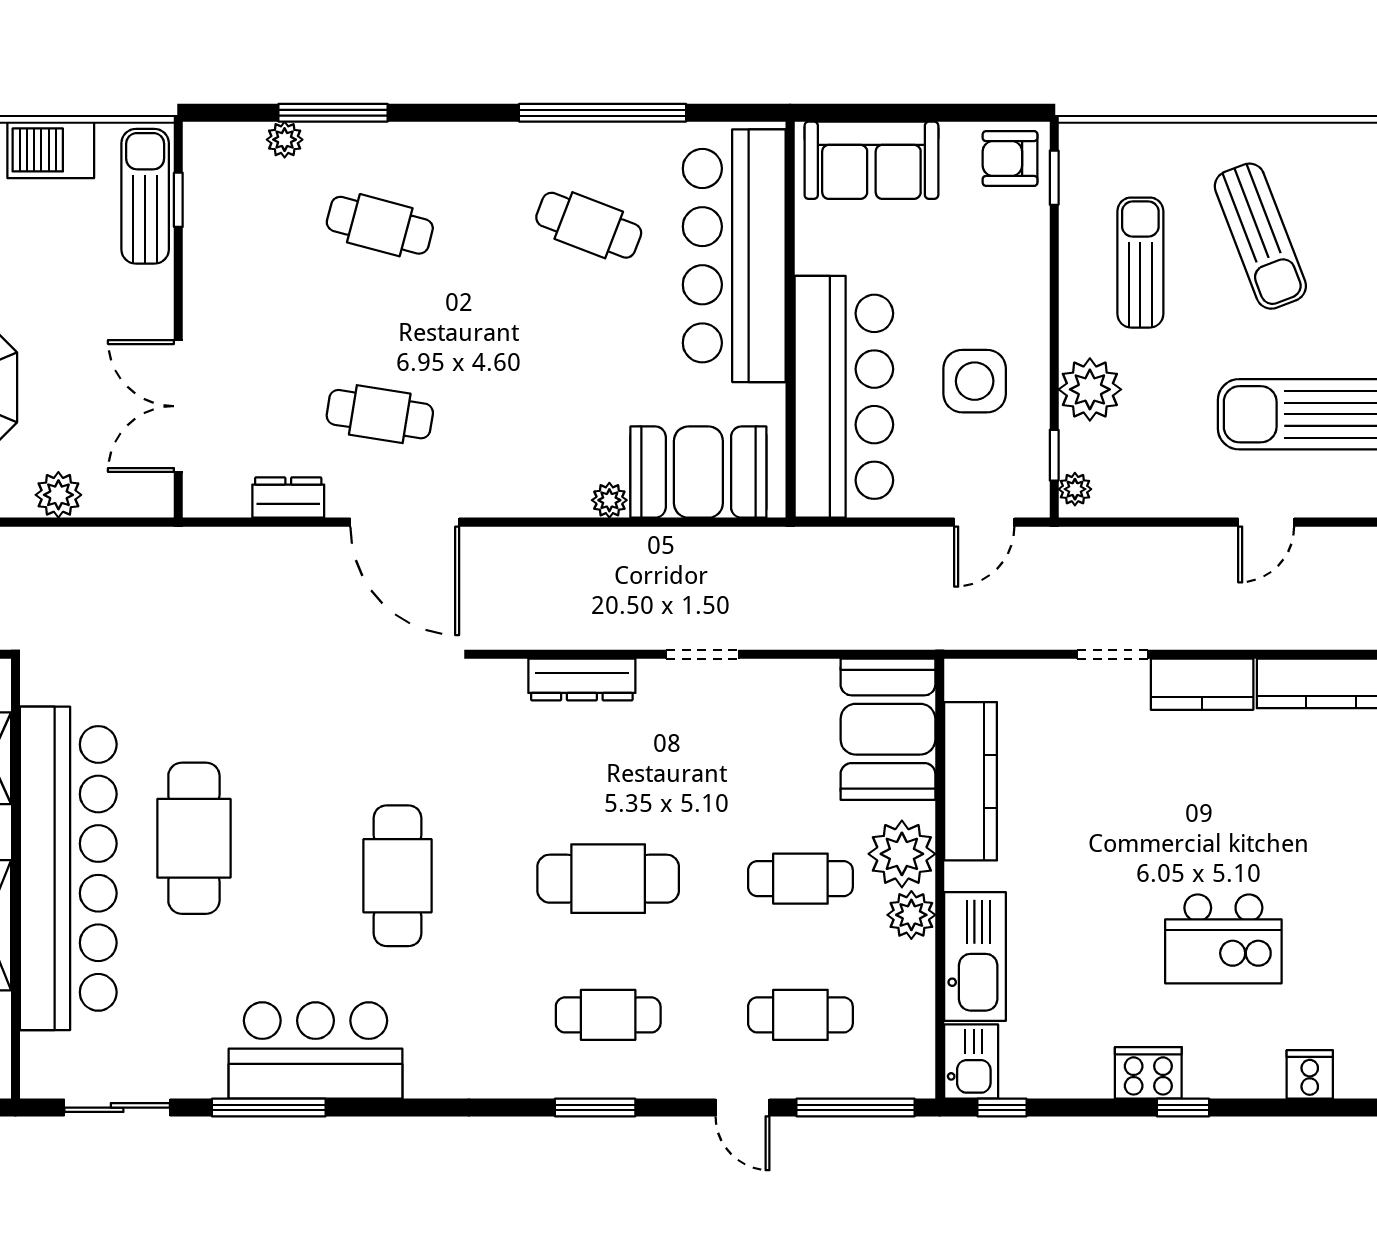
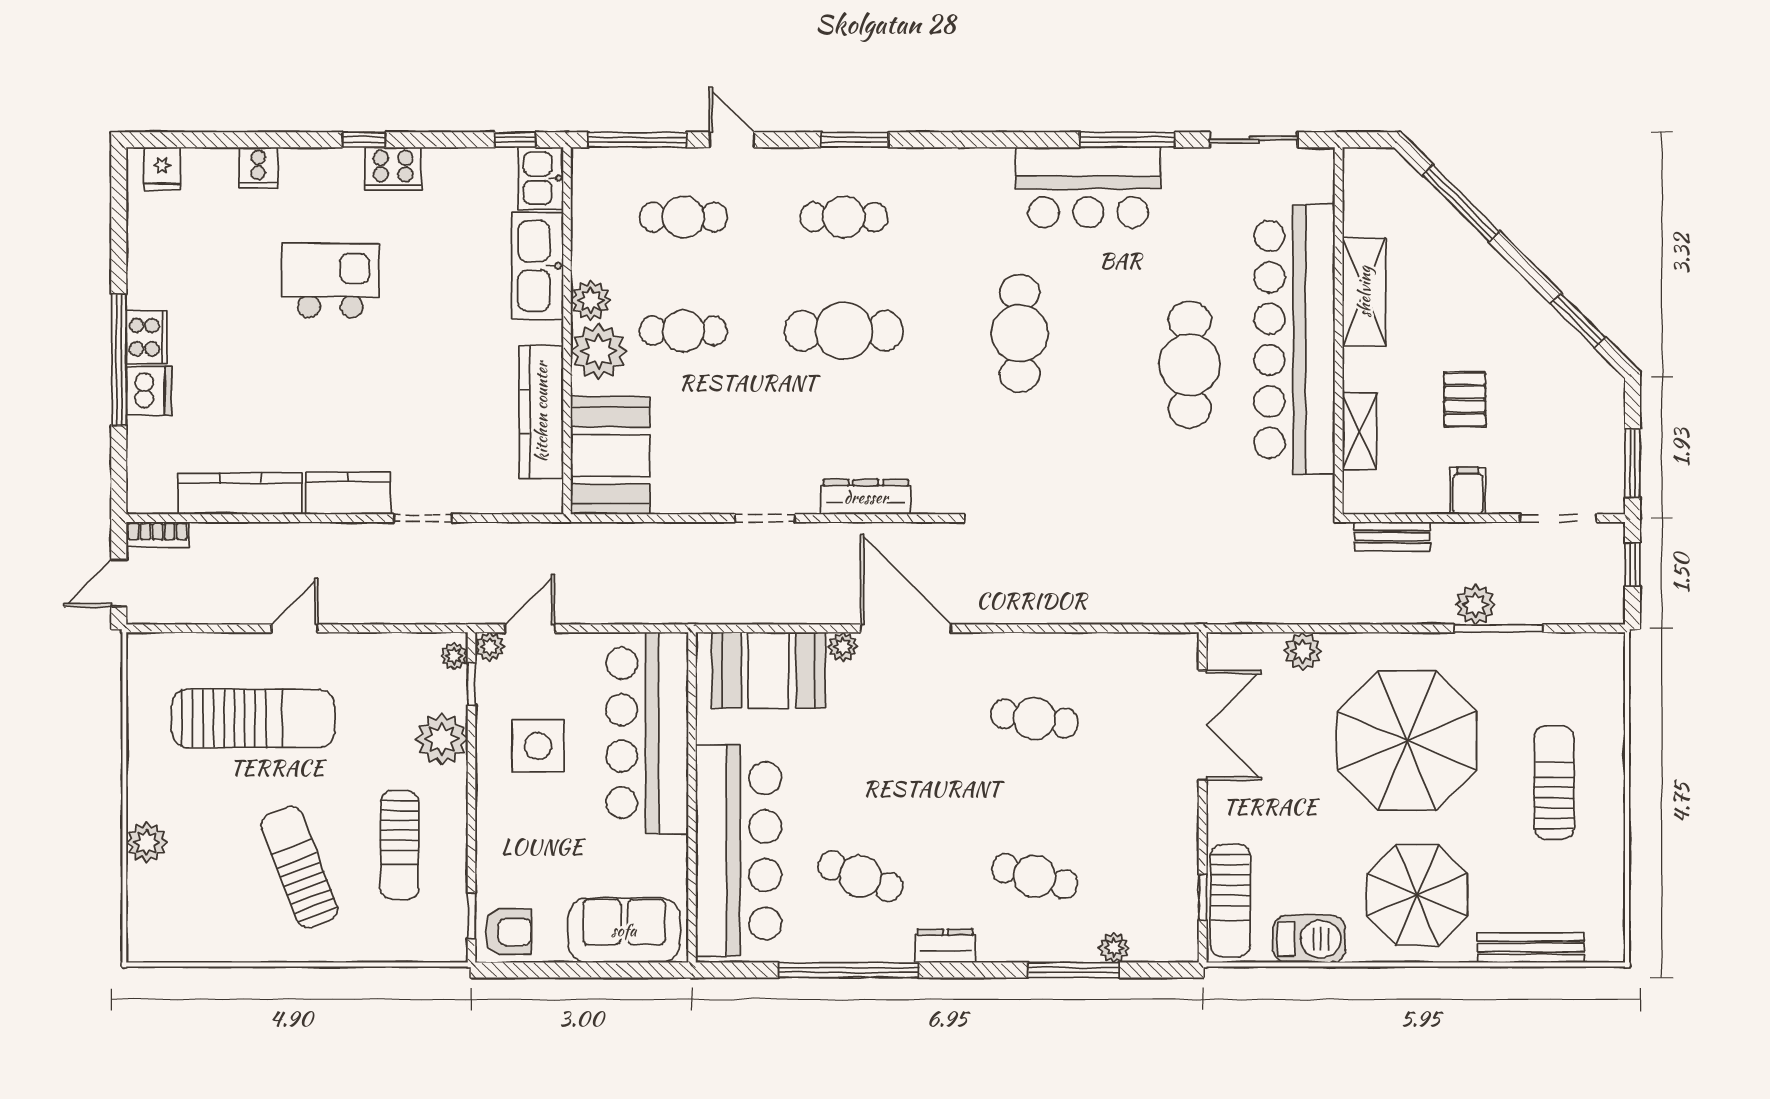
dresser: (288, 498) -> (945, 946), moved, turned 180
plant: (1032, 500) -> (490, 647), added
door: (405, 522) -> (906, 628), moved

